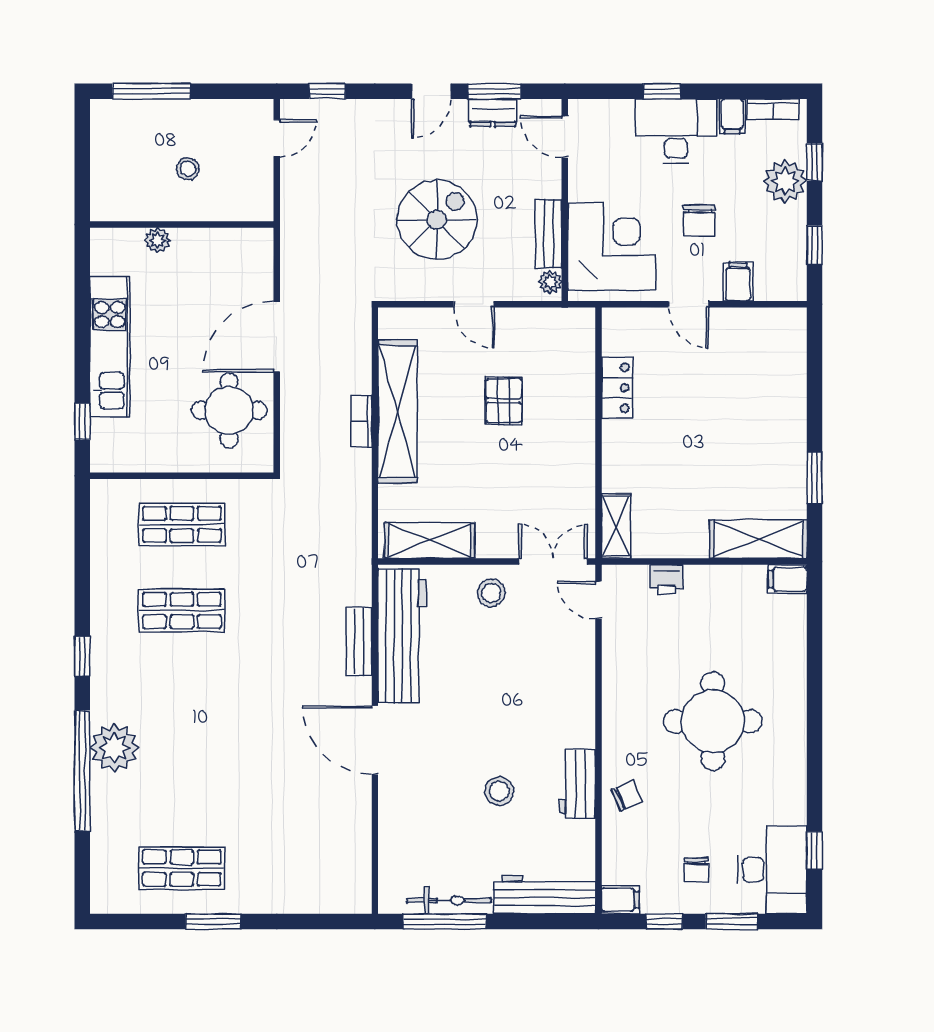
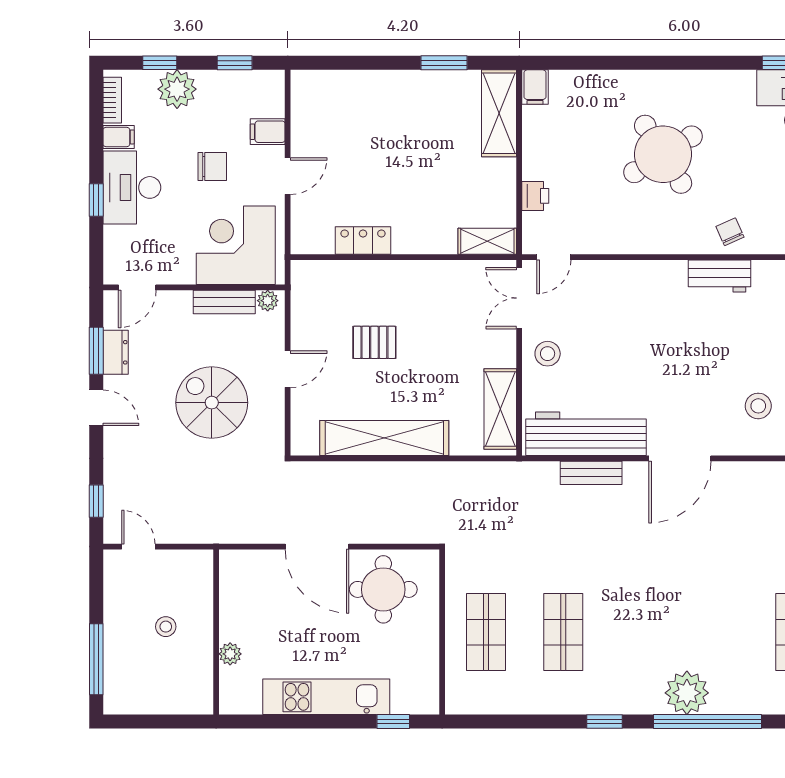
bookcase: (361, 421) -> (393, 471), removed
round table: (713, 721) -> (663, 154), turned -32
stool: (499, 791) -> (758, 406), moved

